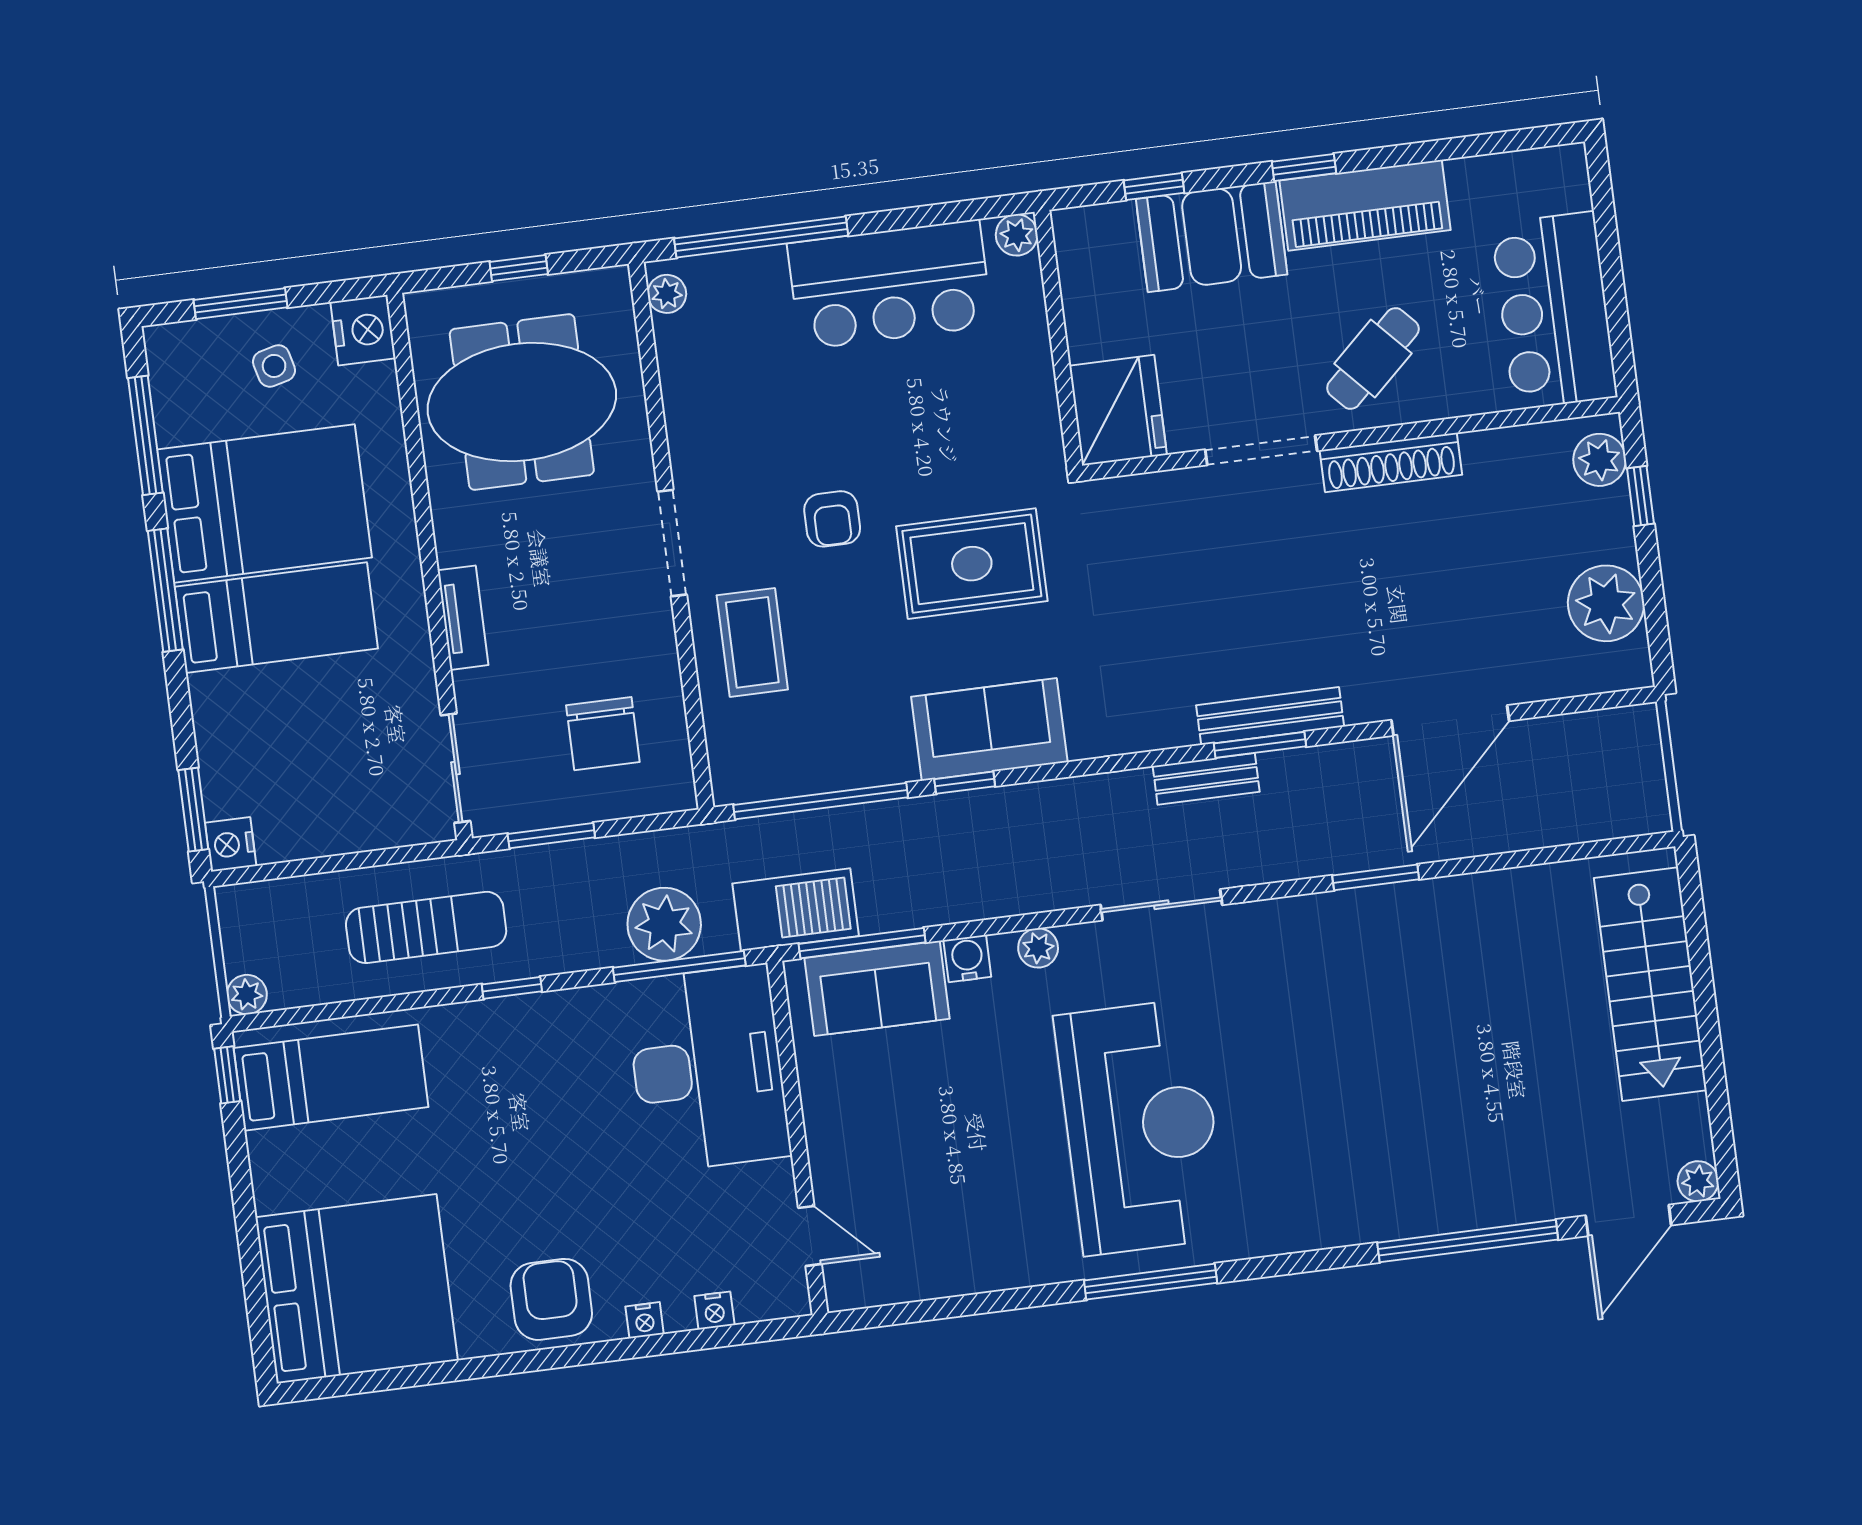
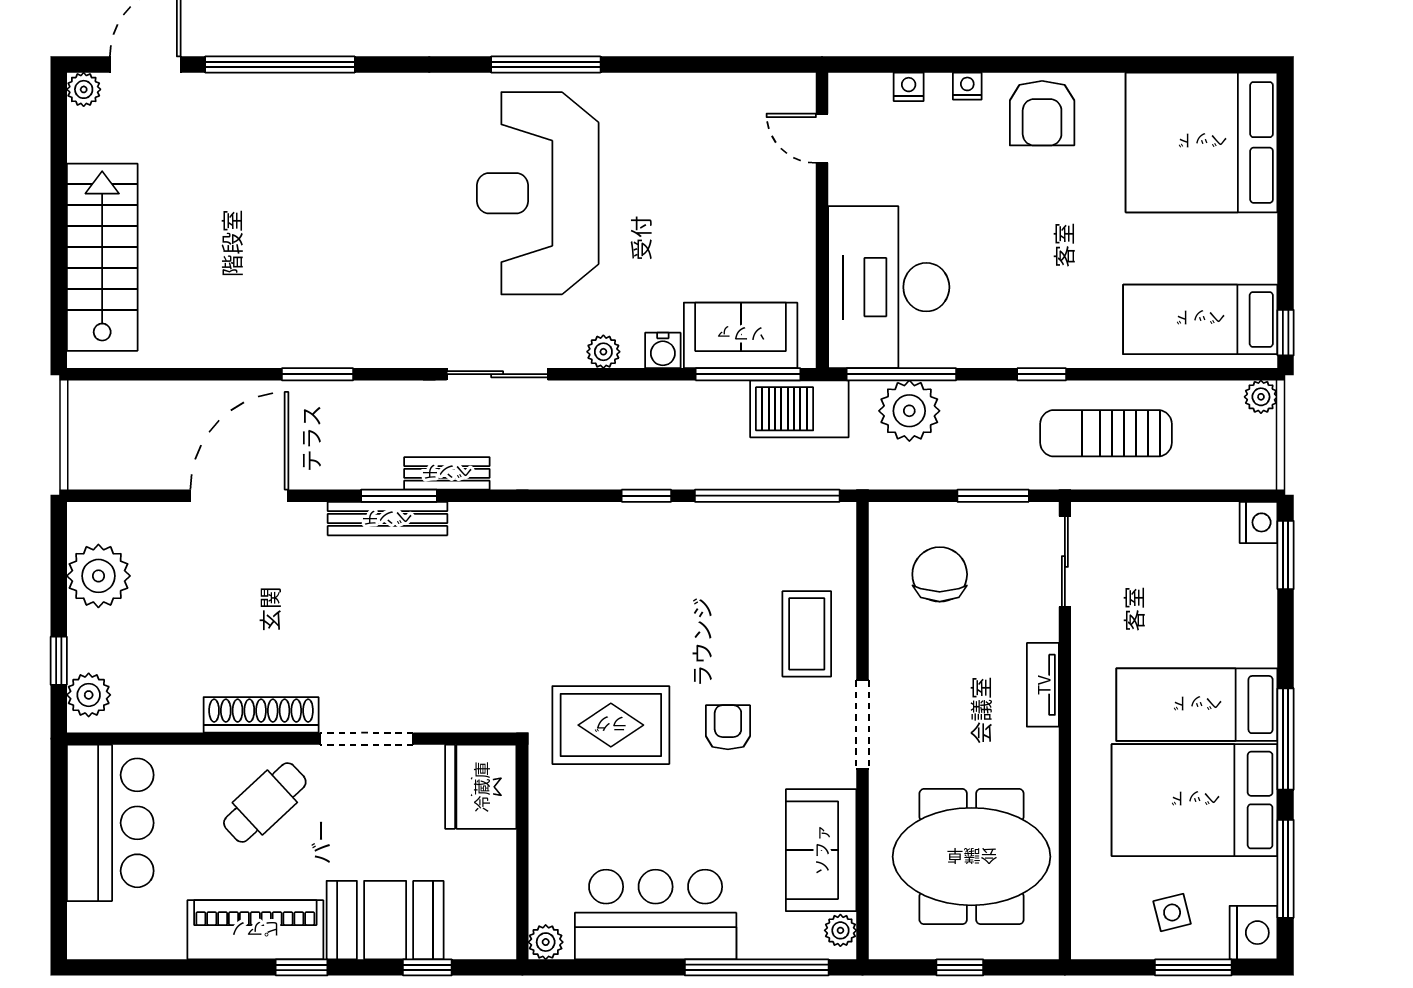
nightstand: (363, 330) -> (1253, 933), moved, turned 180
rug: (972, 564) -> (611, 725), moved
sofa: (989, 729) -> (821, 850), moved, turned 90

